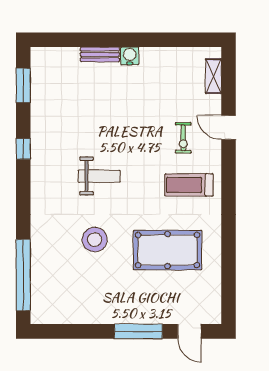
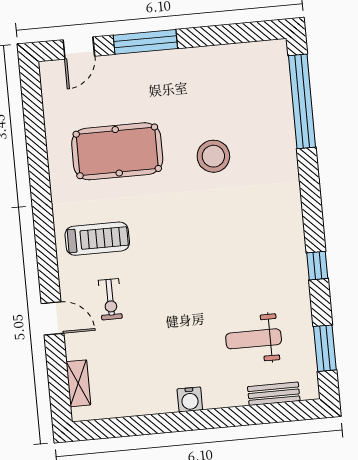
bench: (100, 54) -> (274, 394), moved
exercise bike: (183, 138) -> (110, 299), turned 180
weight bench: (99, 176) -> (254, 339), moved
door: (189, 331) -> (79, 48), swing flipped

